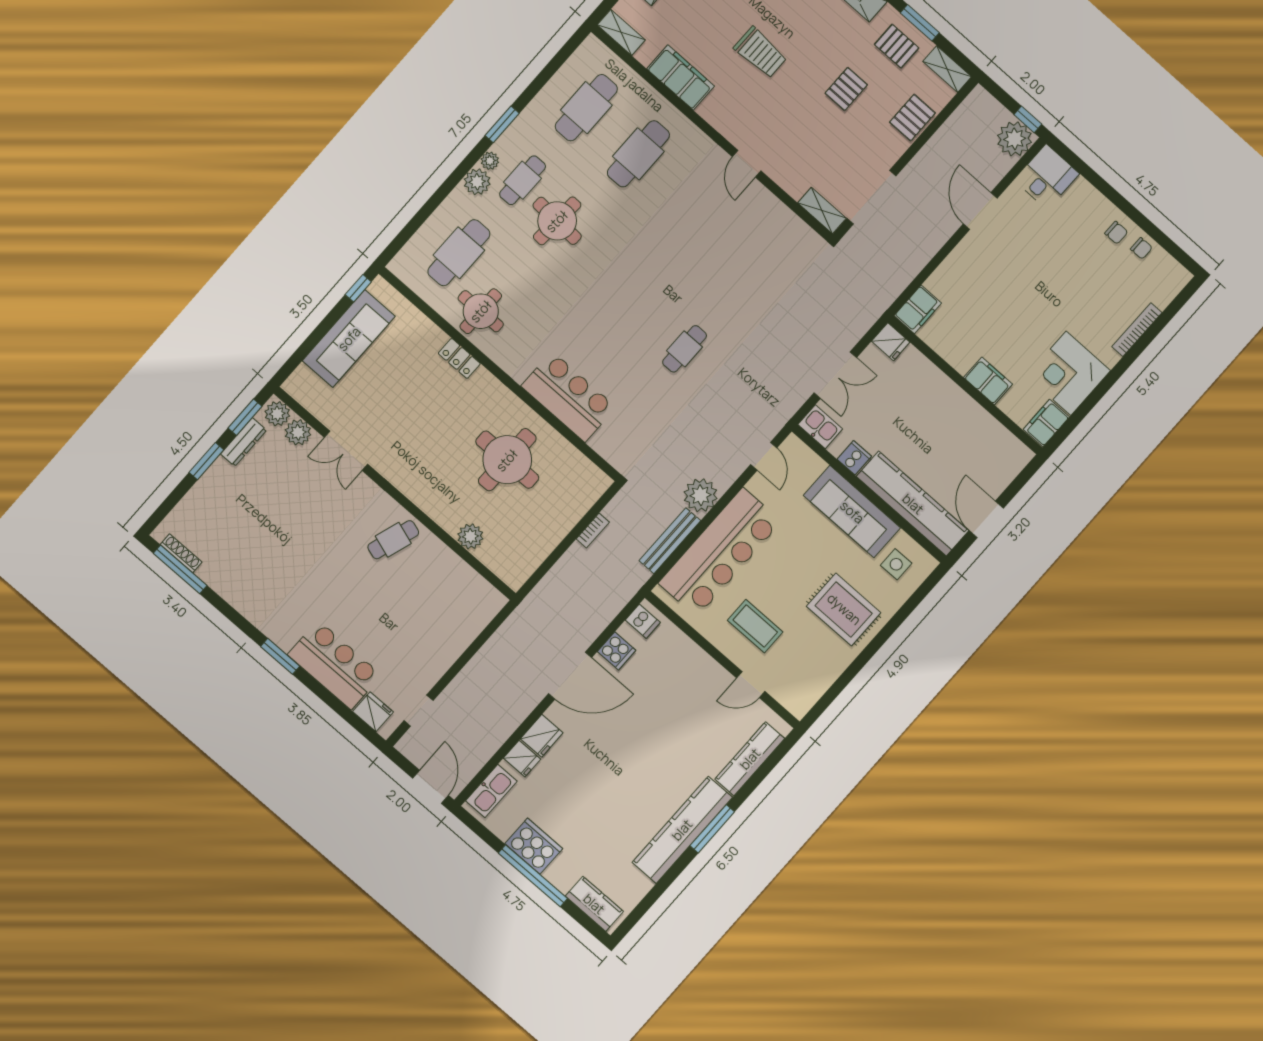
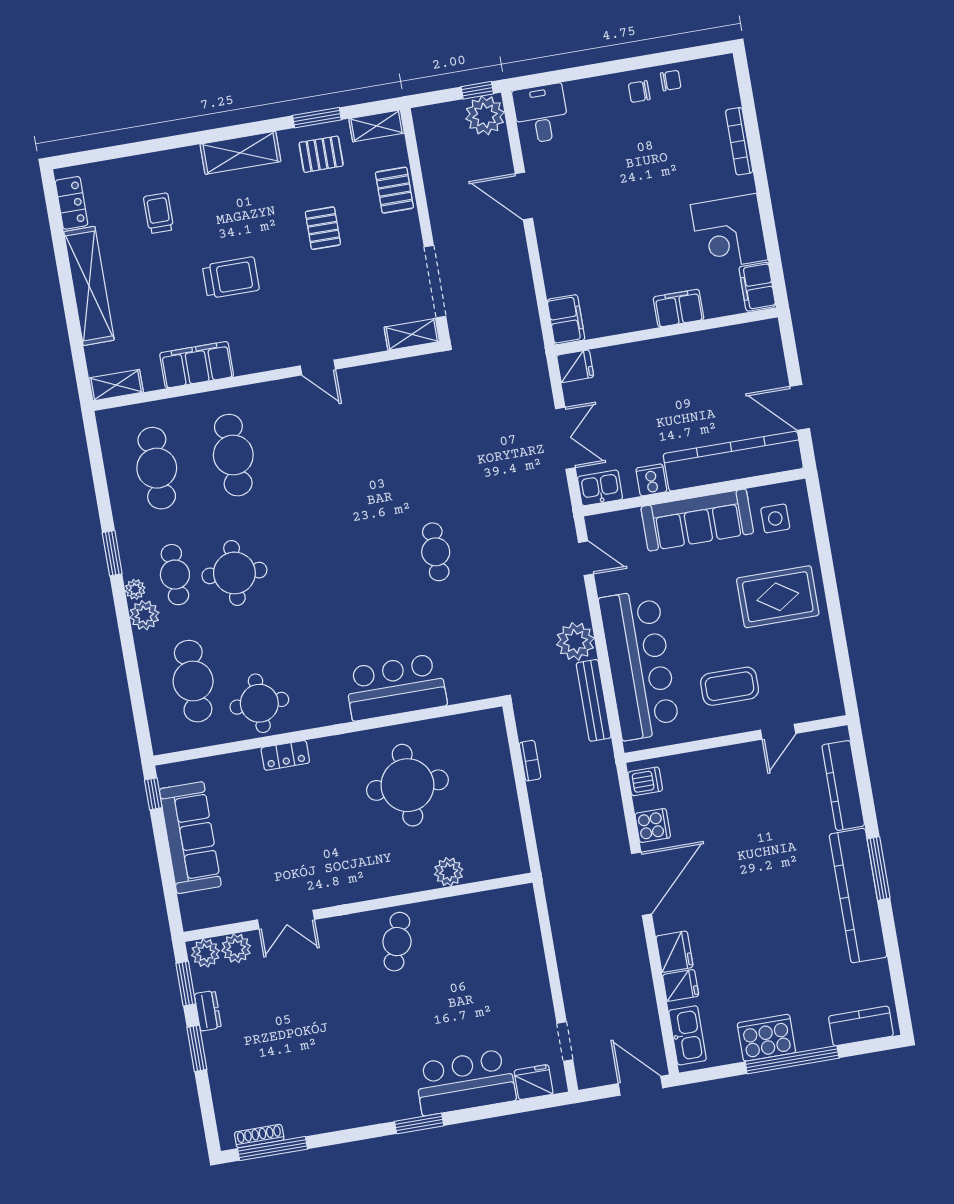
chair: (1116, 233) -> (639, 92), turned 180
dresser: (244, 442) -> (208, 1011), width x0.70

